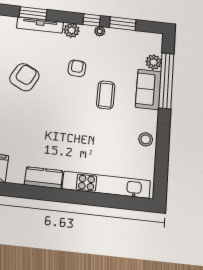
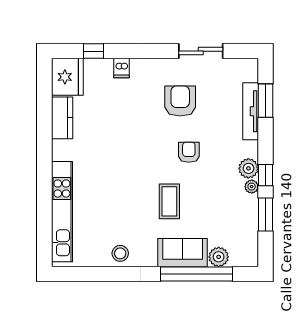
plant: (72, 30) -> (248, 168), moved
armchair: (77, 68) -> (189, 152), moved, turned -93
armchair: (24, 77) -> (180, 101), turned -116
coffee table: (106, 95) -> (169, 201), turned 90
kitchen counter: (44, 178) -> (62, 118), moved

